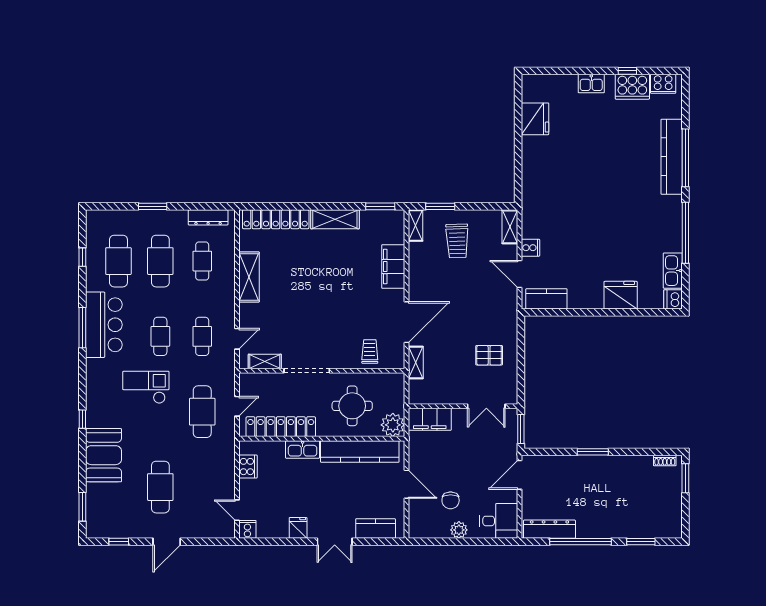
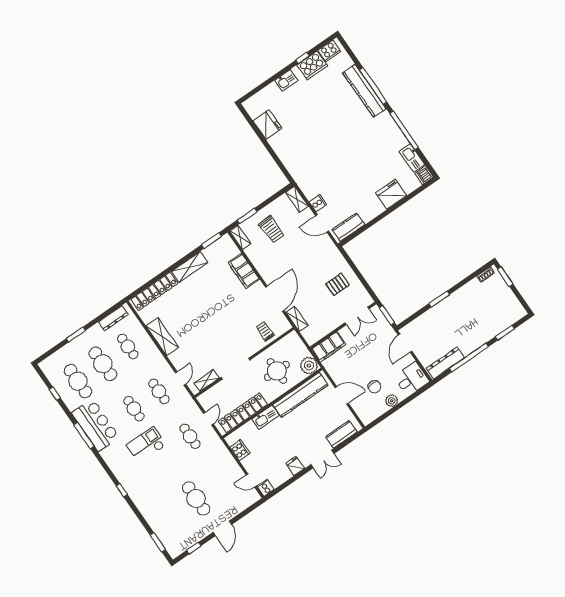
cafe table: (202, 412) -> (190, 436), width x0.73, depth x0.74
booth: (103, 455) -> (149, 503), removed

